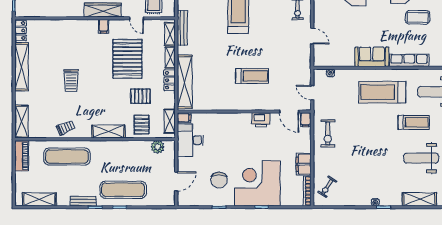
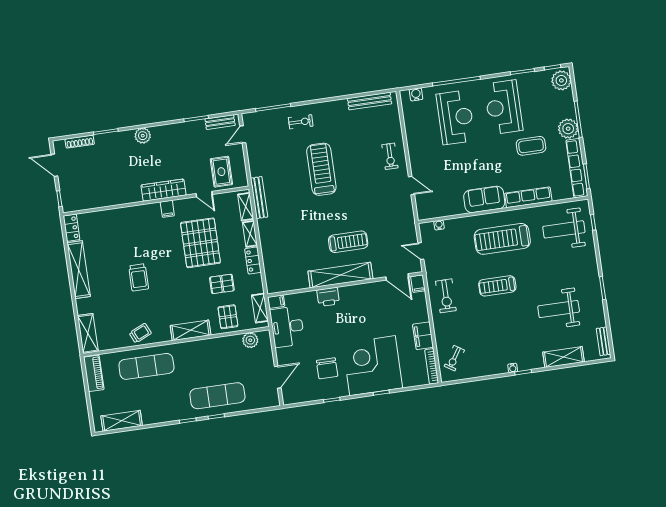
shelving: (185, 82) -> (340, 275), moved, turned 90
printer: (261, 120) -> (328, 297), moved
treadmill: (414, 122) -> (497, 286), moved, turned 180
bench: (83, 201) -> (173, 415), removed

